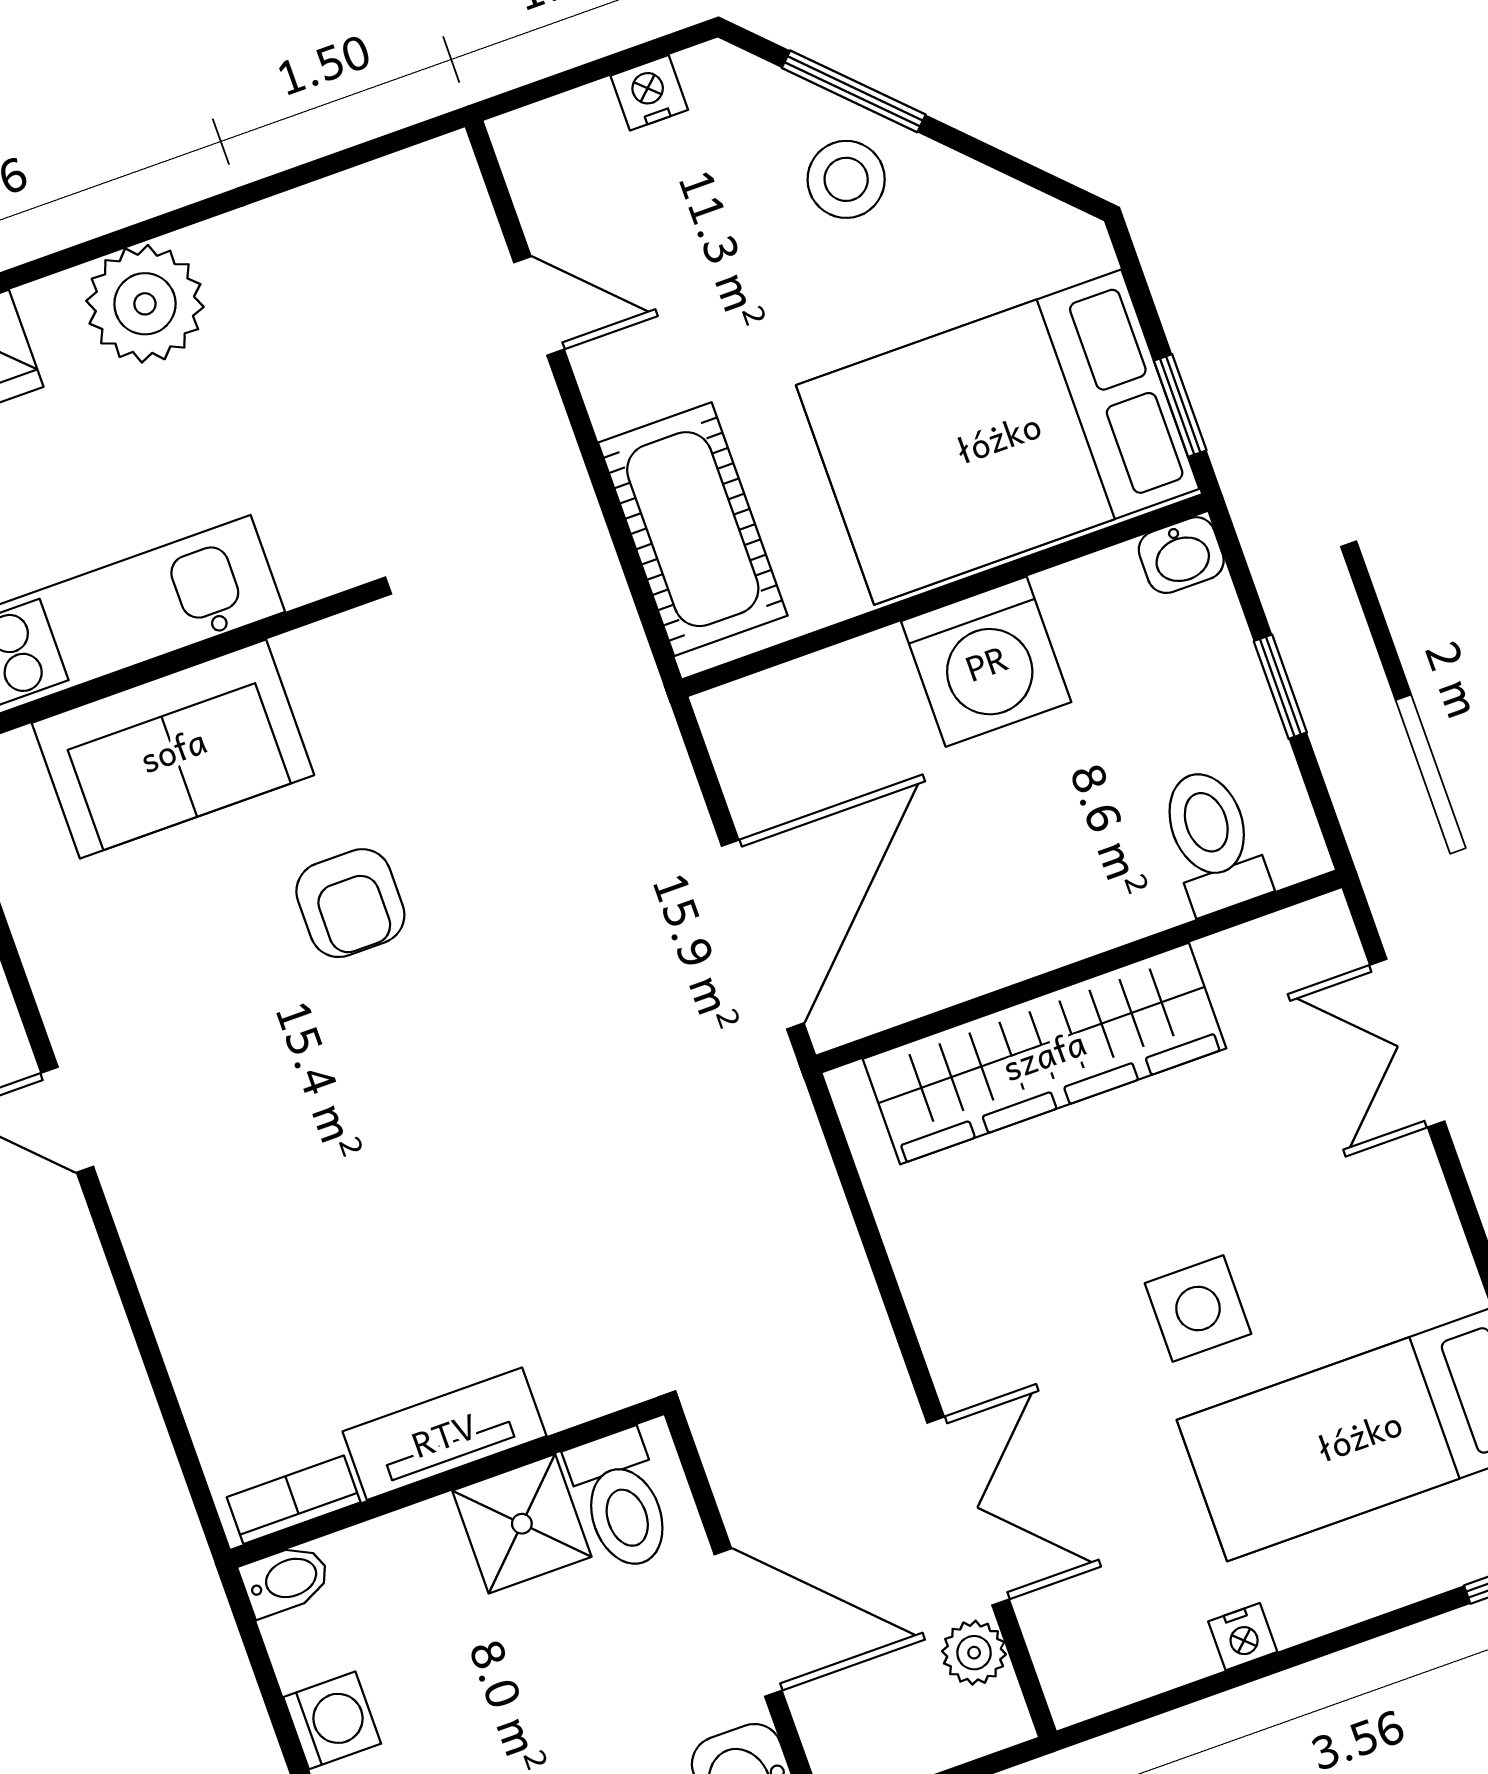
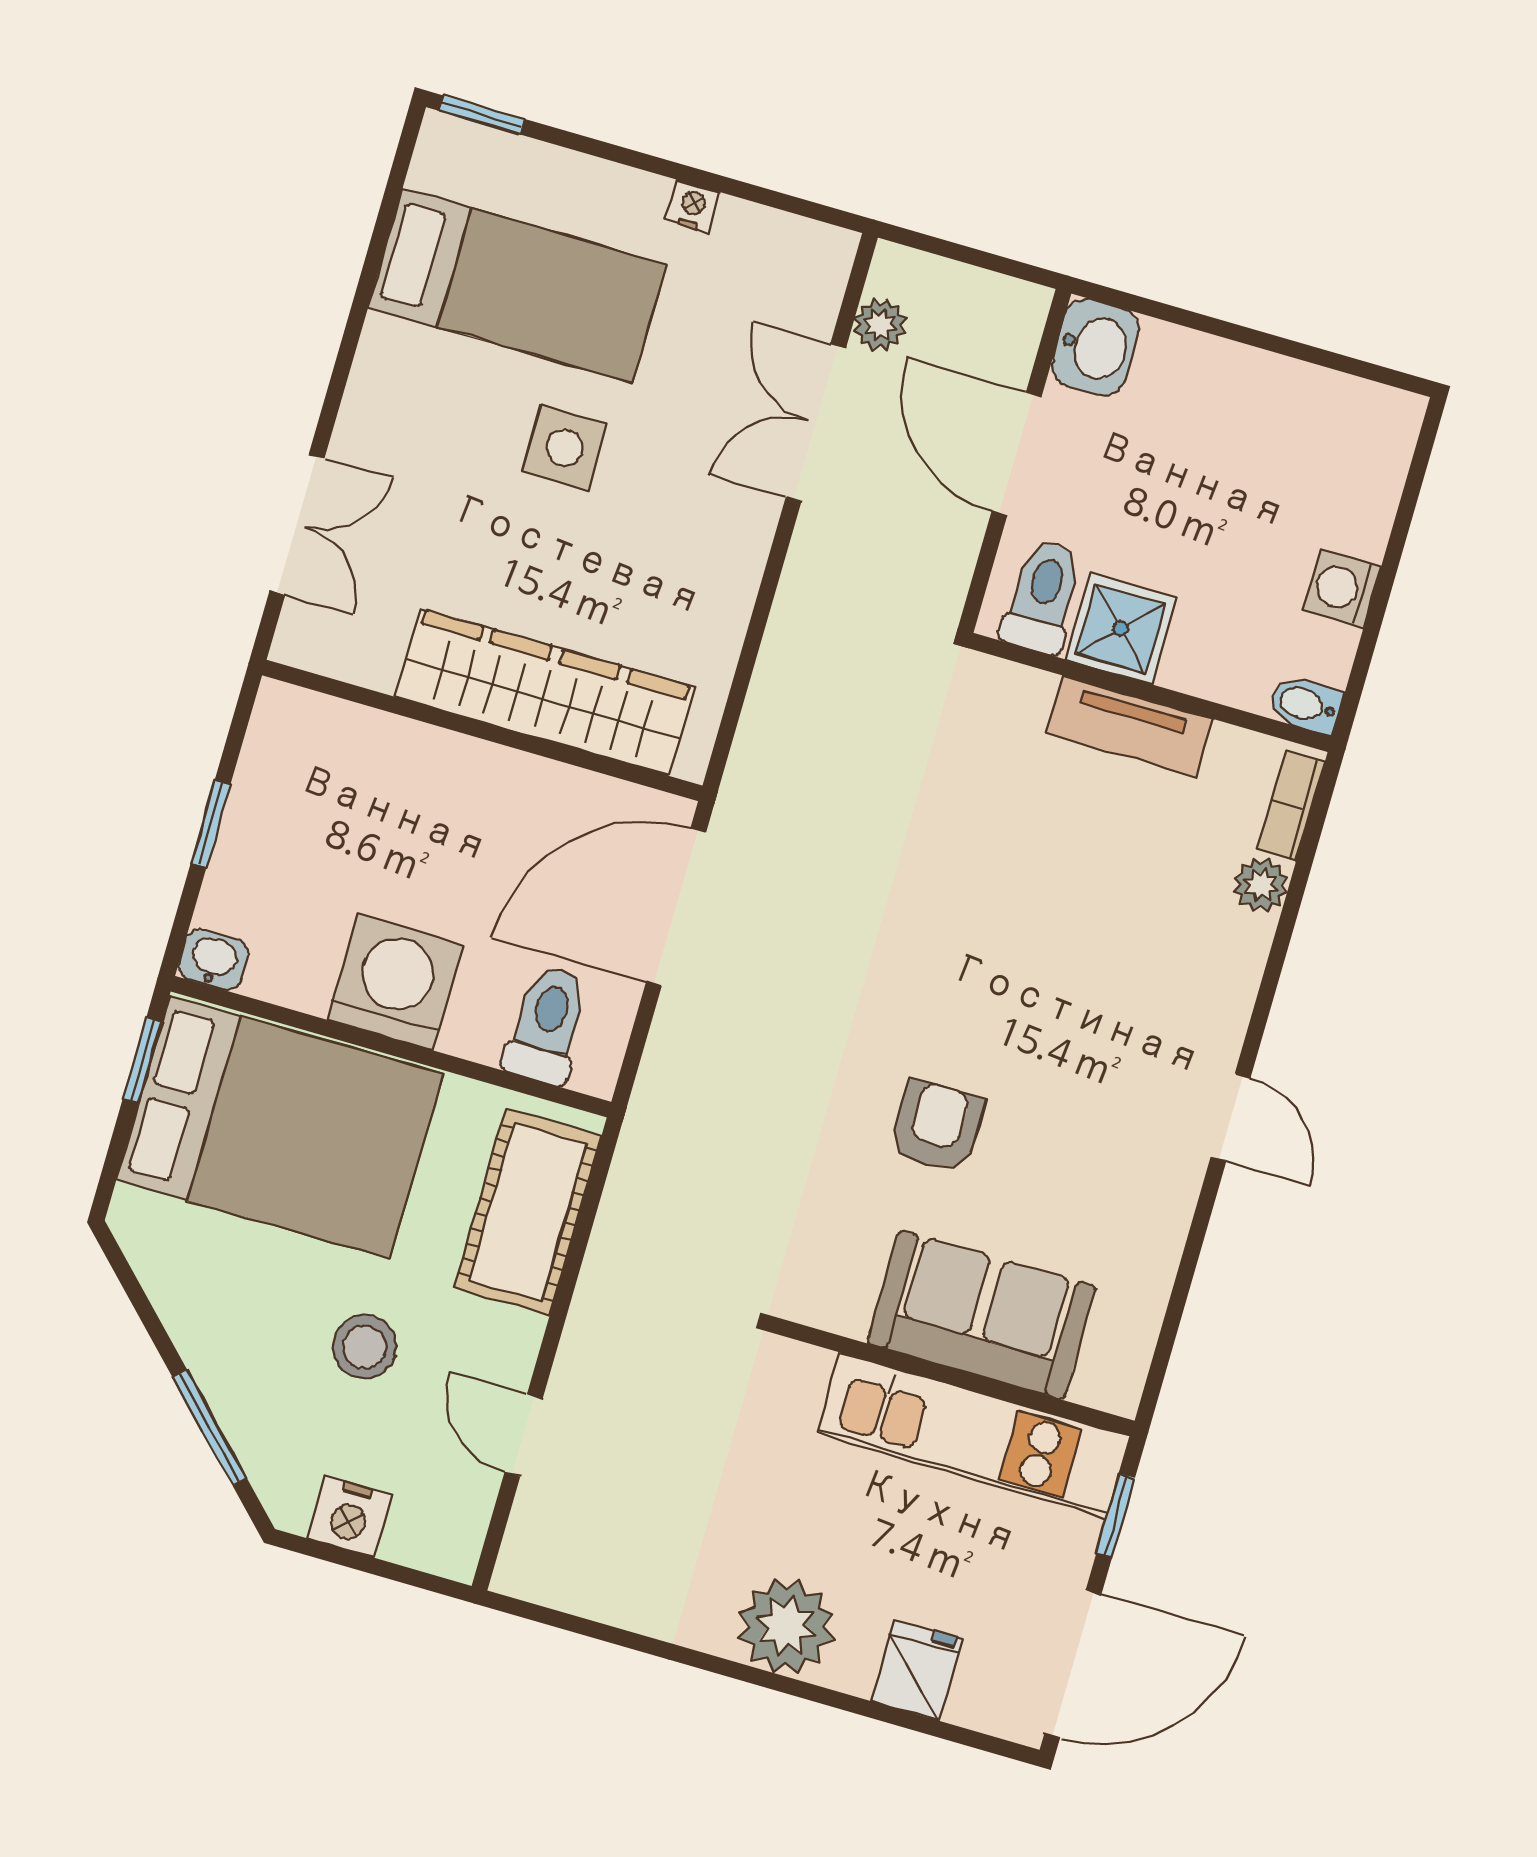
nightstand: (649, 93) -> (350, 1517), width x1.39, depth x1.35
stool: (846, 179) -> (365, 1347), moved
toilet: (1213, 840) -> (547, 1024), moved, turned 180
plant: (202, 1371) -> (1261, 885), added
bookcase: (294, 1500) -> (1291, 806), moved, turned 90

